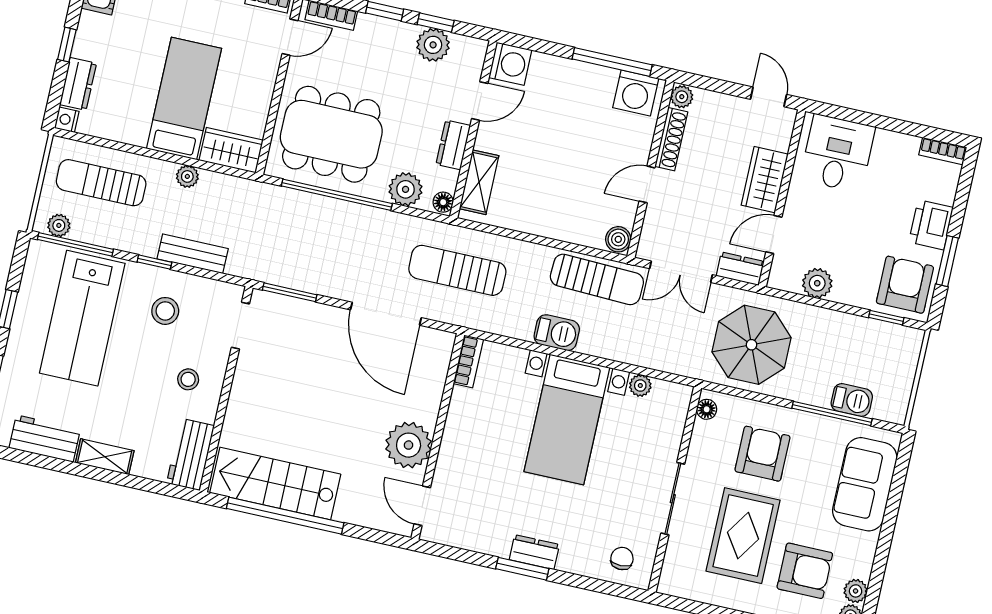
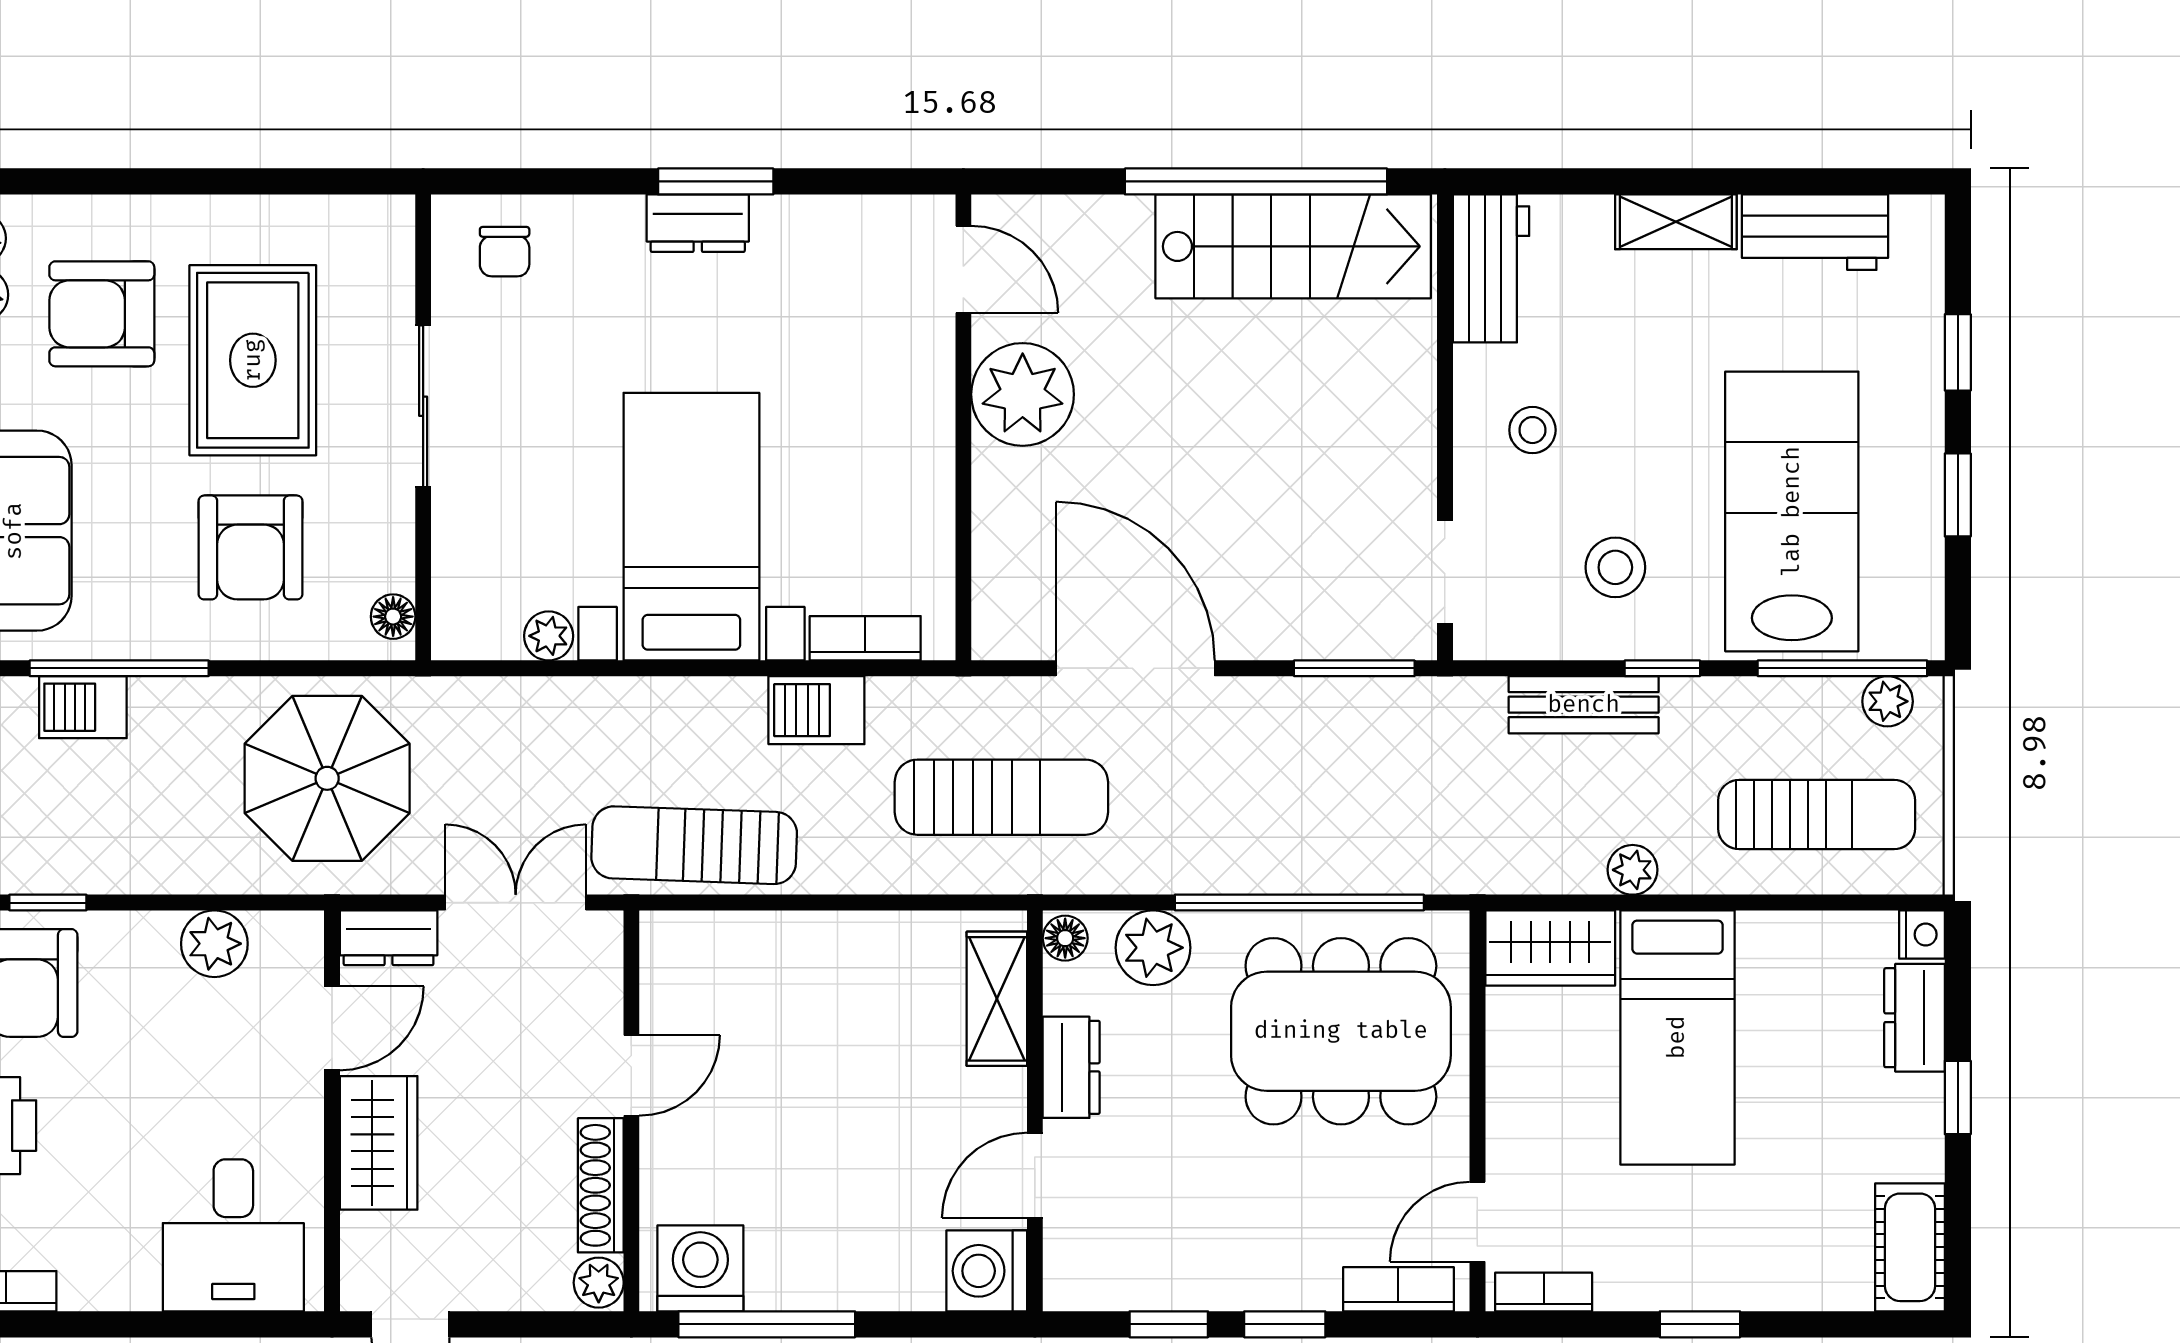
plant: (433, 45) -> (1163, 1274), removed
boiler: (618, 239) -> (667, 942), removed
barbecue: (557, 333) -> (816, 710), moved
bookcase: (468, 361) -> (865, 638), moved, turned 90

